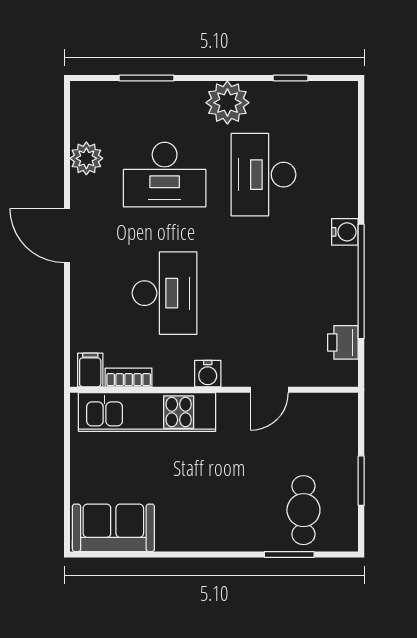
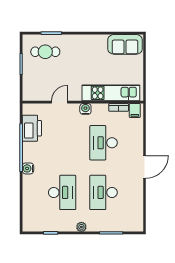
plant: (227, 103) -> (81, 227), width x0.53, depth x0.53
plant: (86, 158) -> (136, 199), removed
desk: (165, 175) -> (104, 192), turned -90
door: (67, 236) -> (144, 167), hinge flipped
printer: (343, 342) -> (32, 128), width x1.87, depth x1.48
cafe table: (303, 510) -> (45, 52), turned 90

